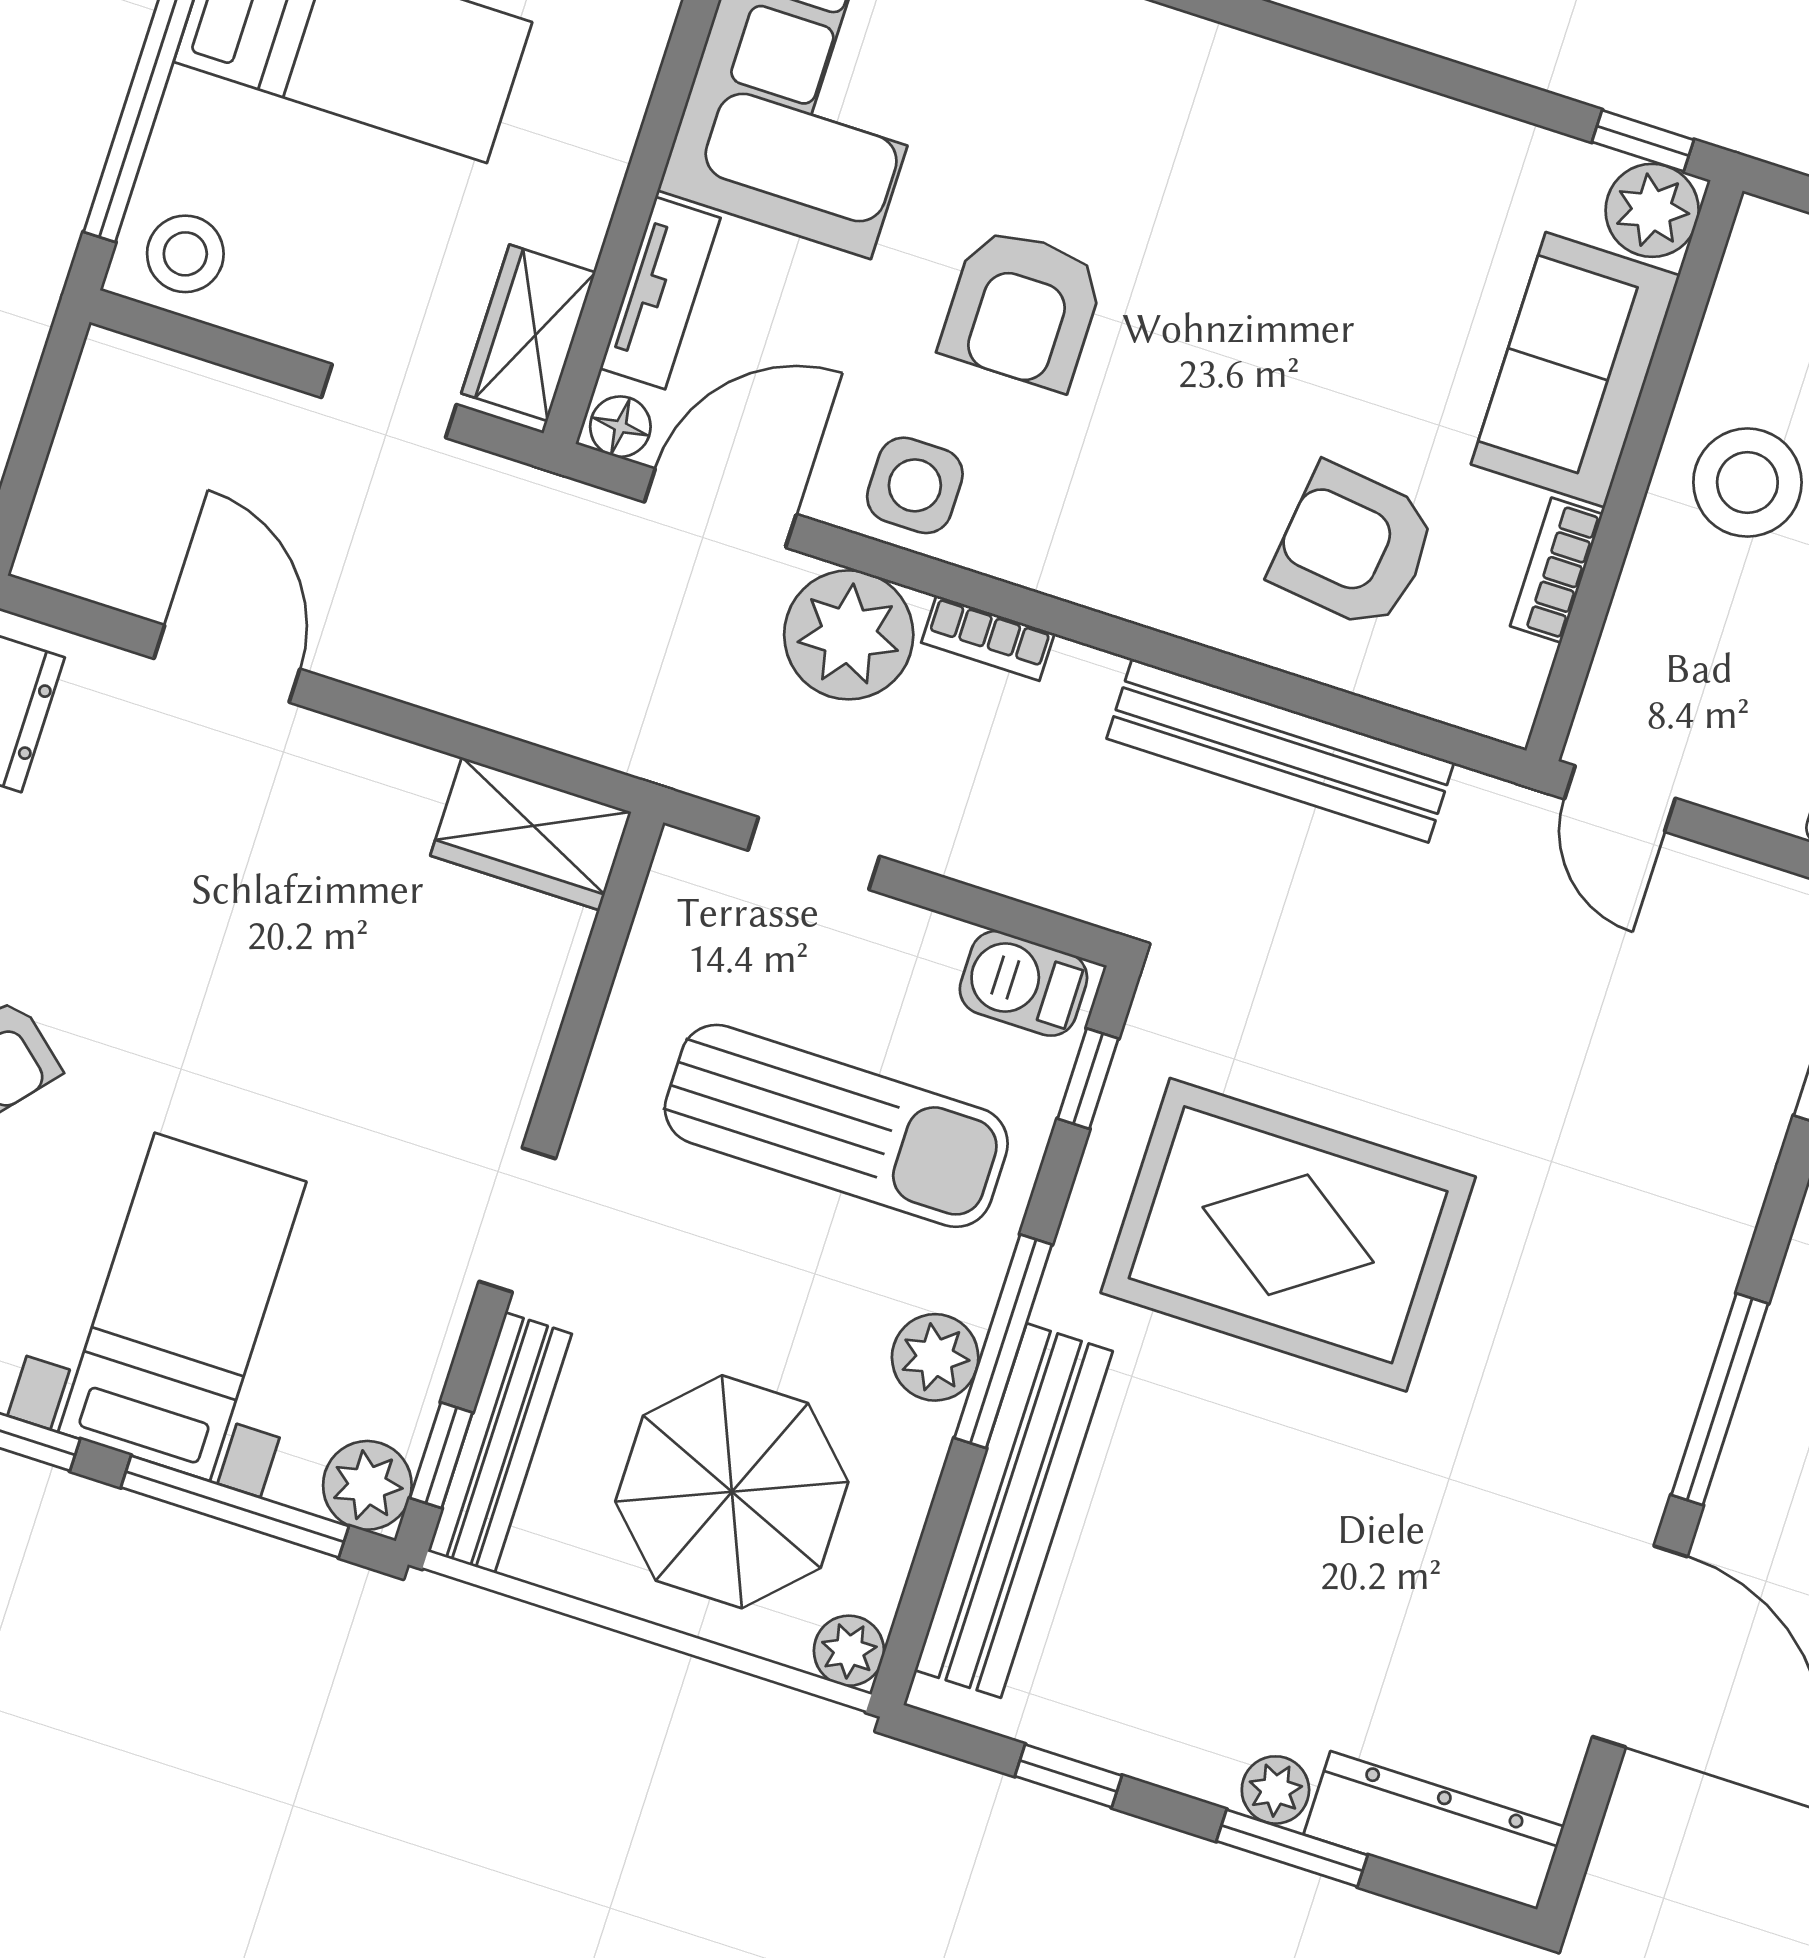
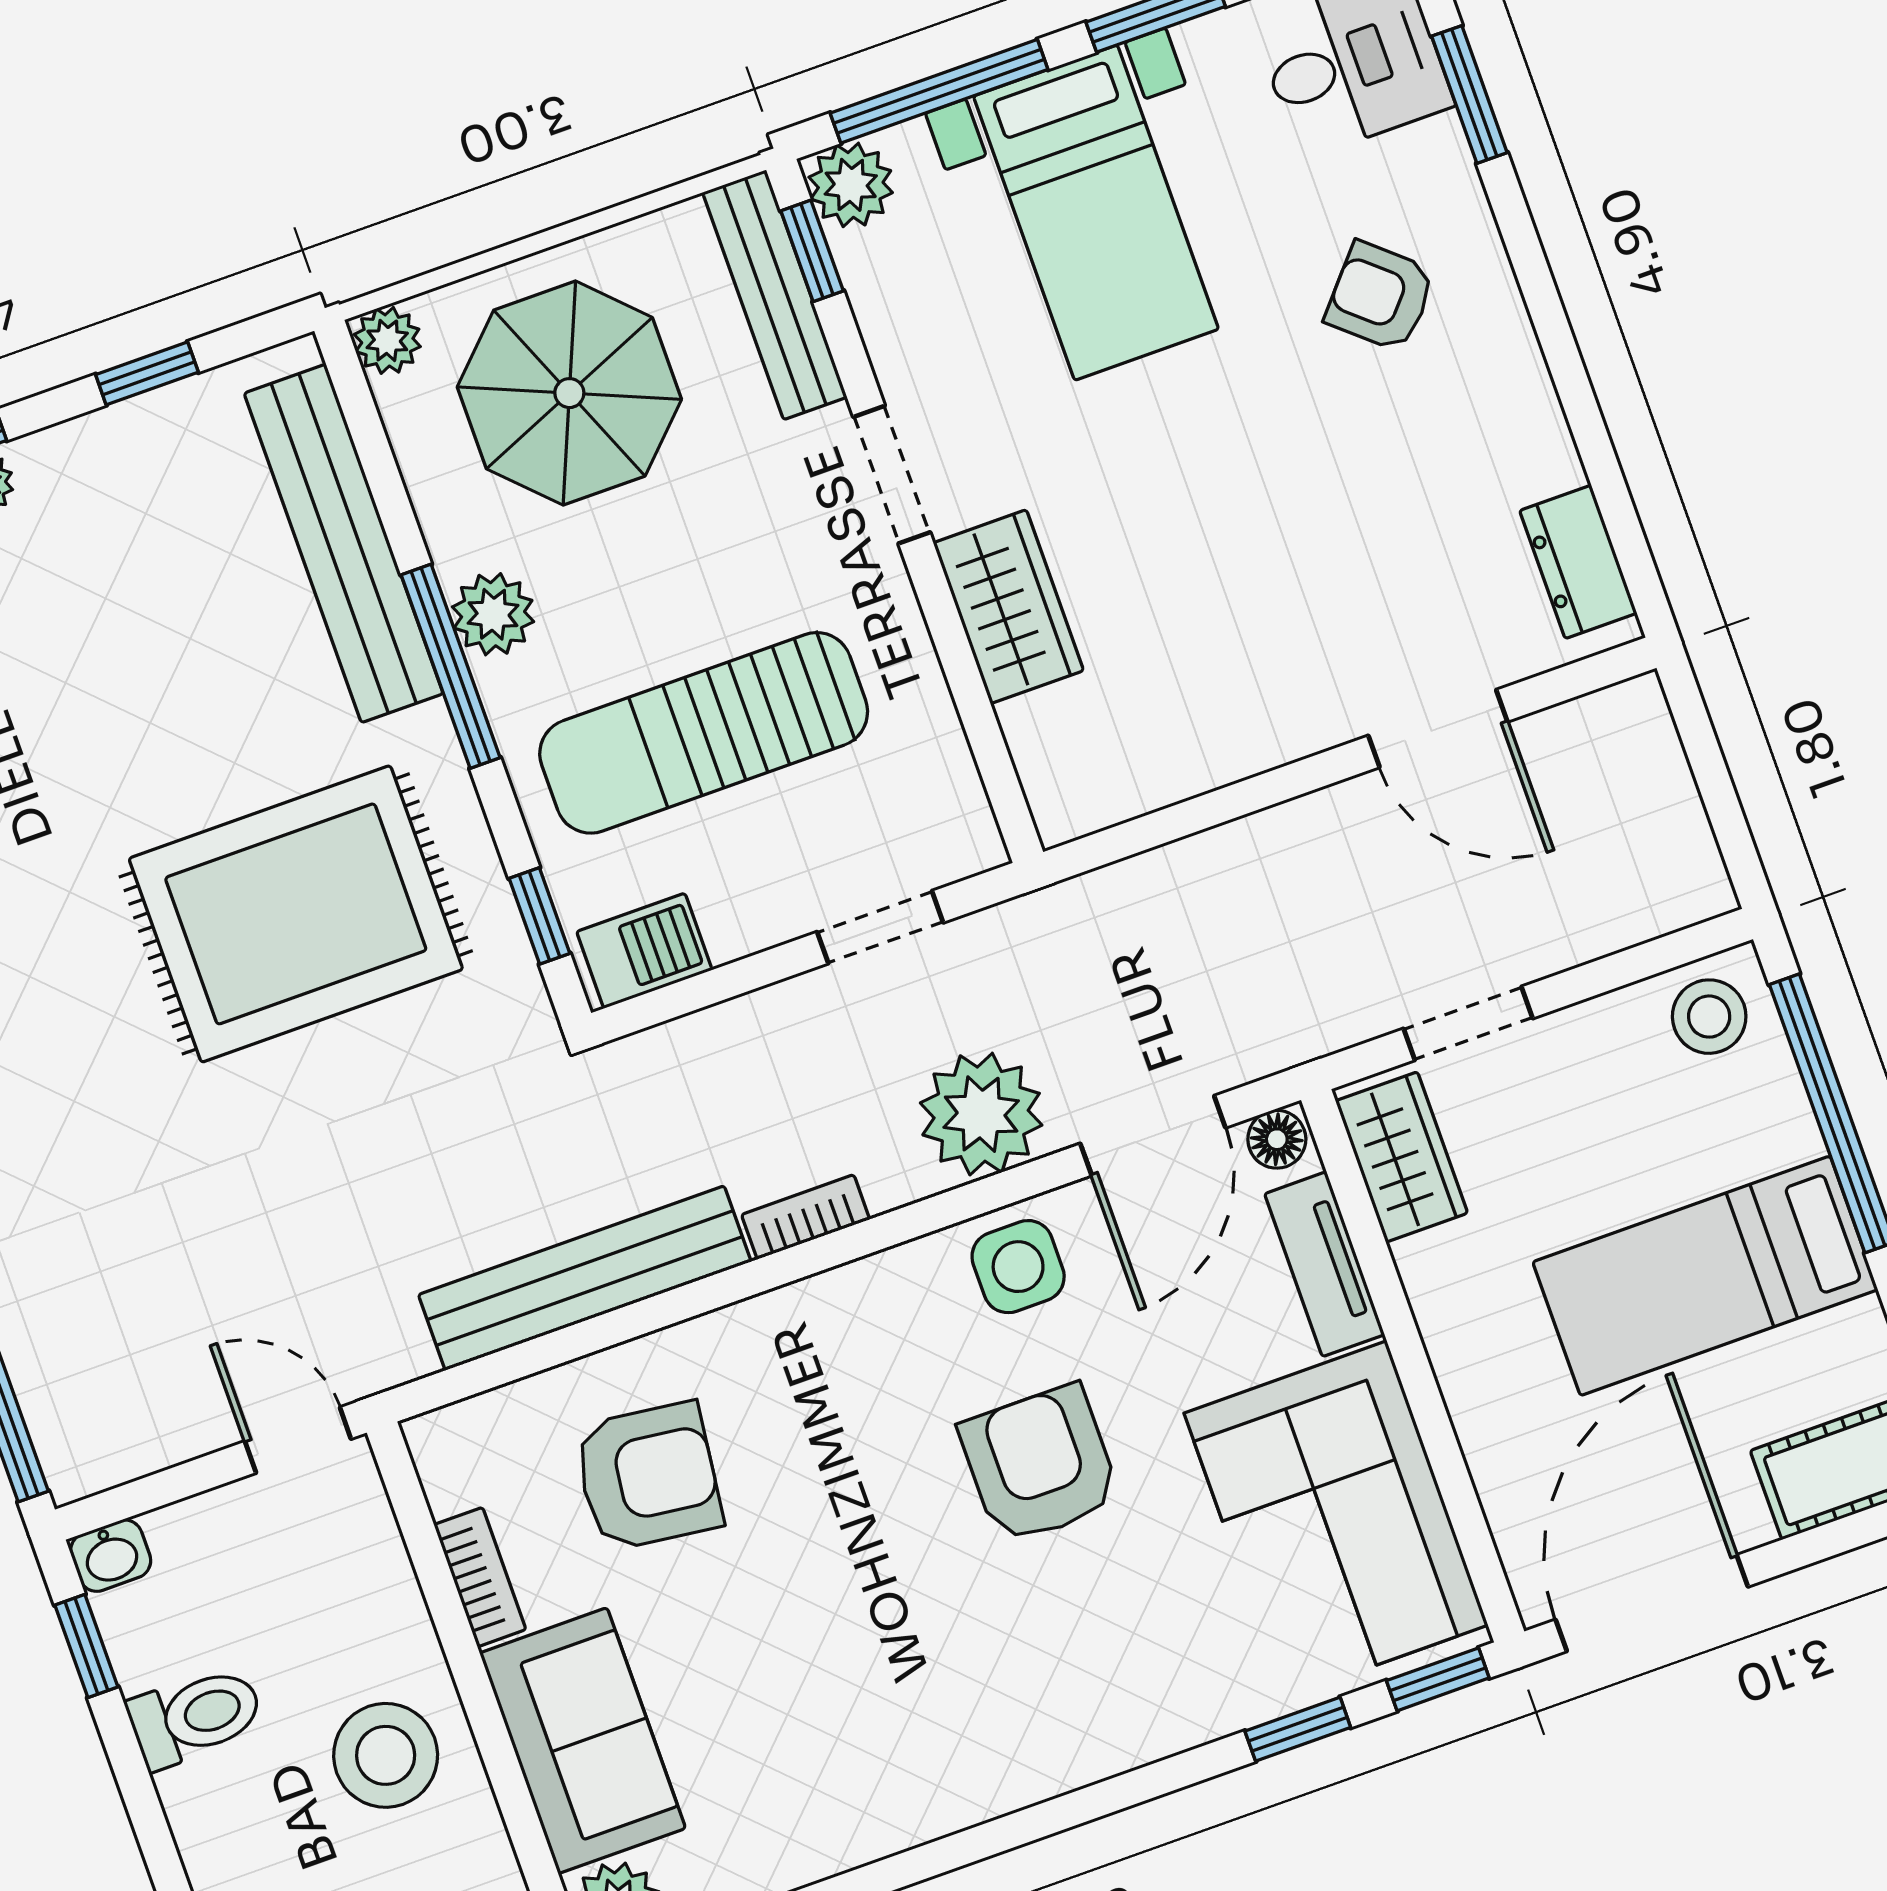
bookcase: (988, 638) -> (806, 1217), moved
wardrobe: (531, 834) -> (1008, 607), moved, turned 90

